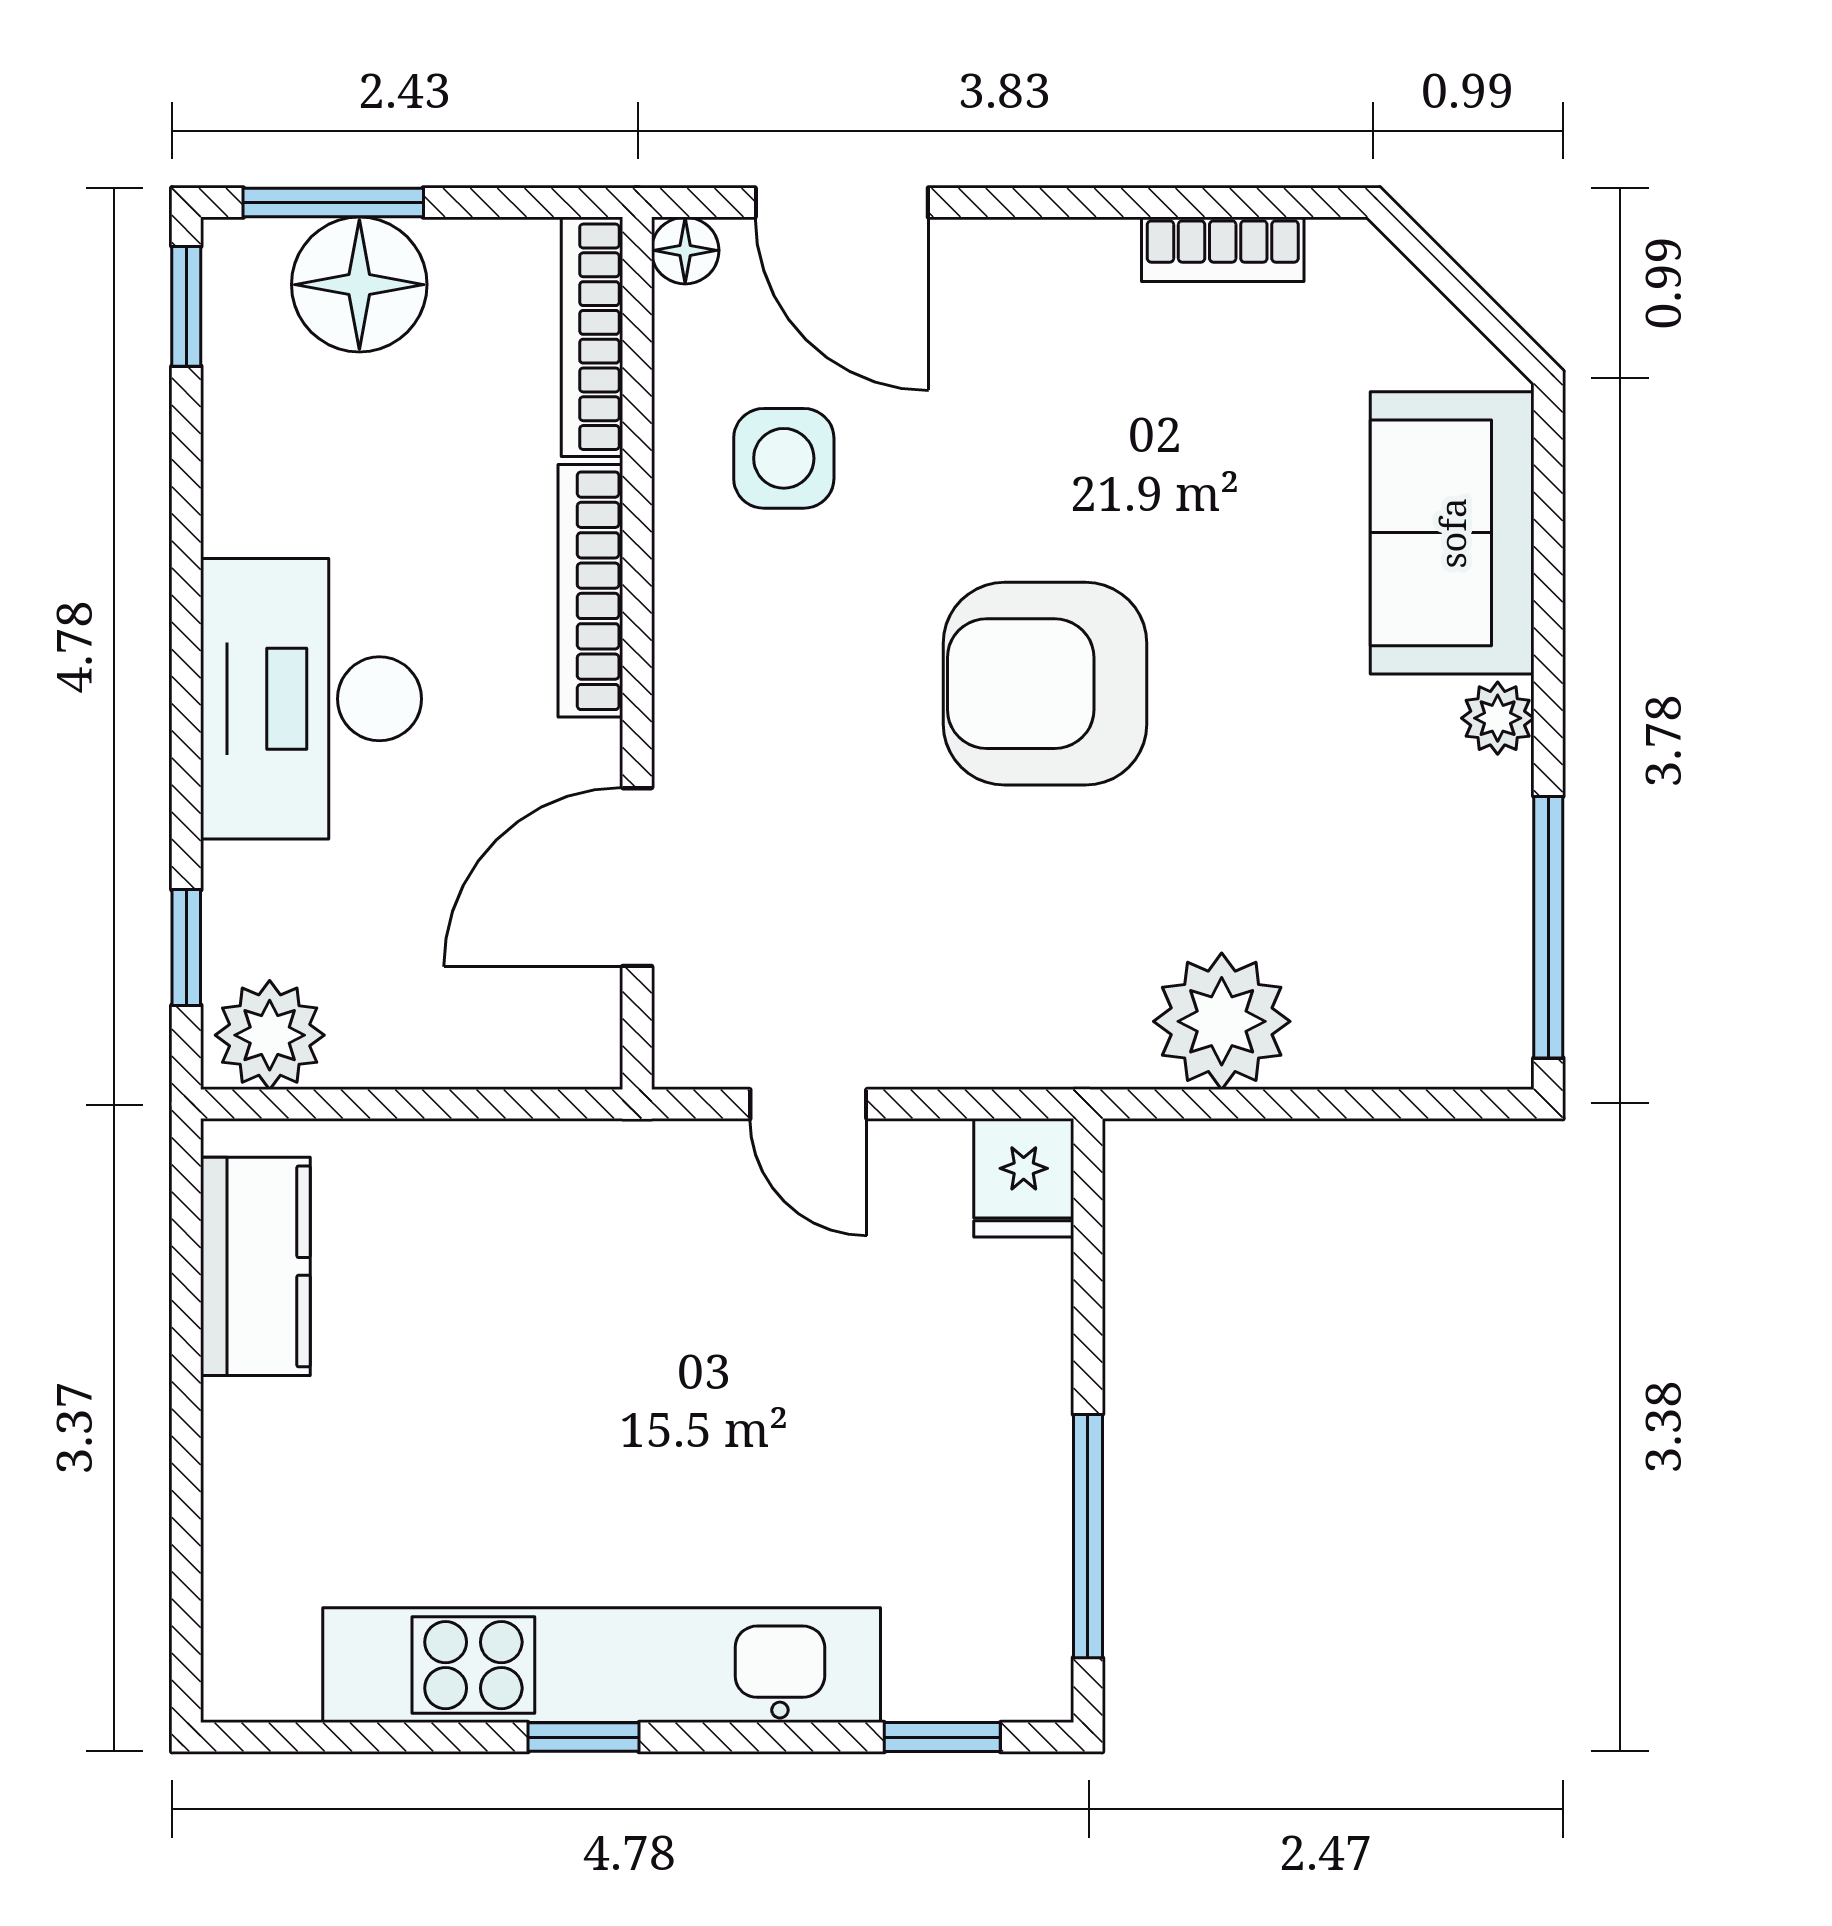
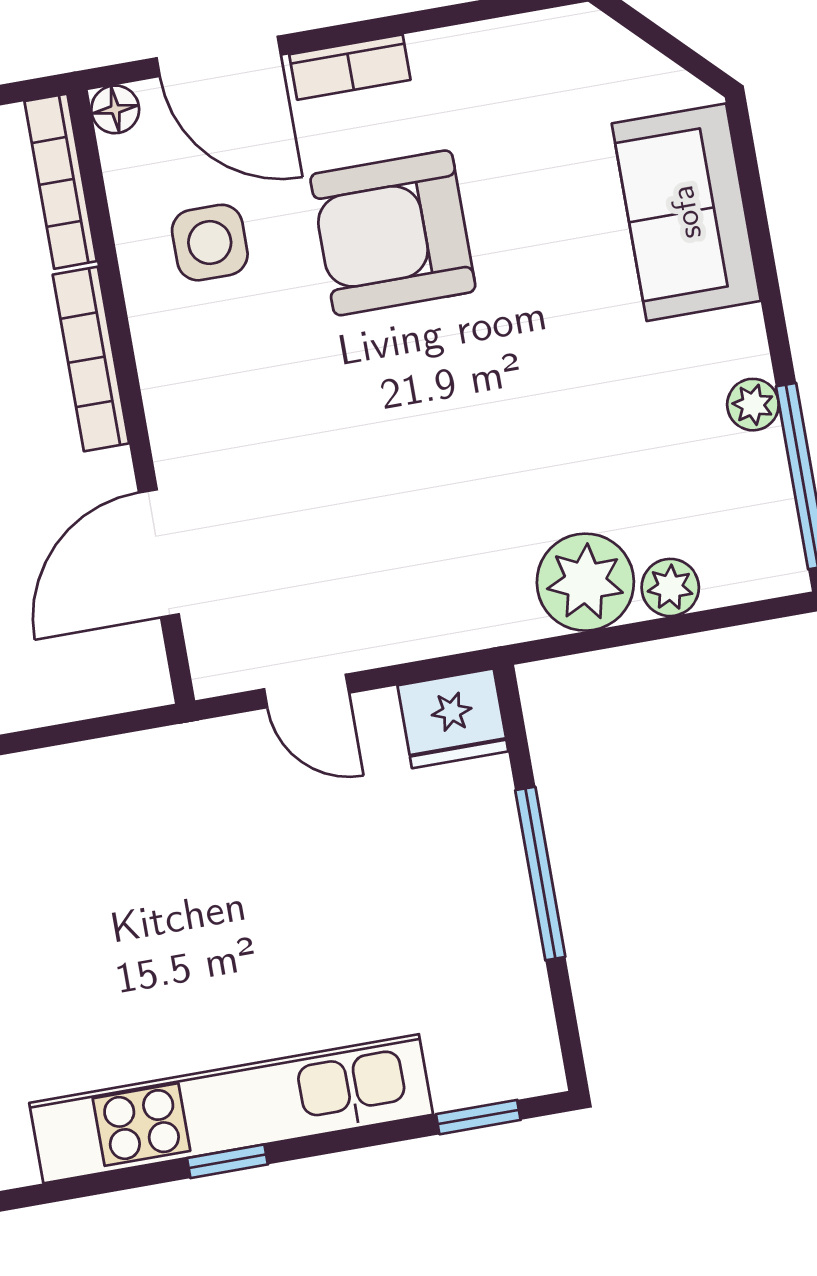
bookcase: (1223, 249) -> (350, 67), moved
armchair: (1045, 684) -> (393, 233), moved
plant: (1498, 718) -> (753, 405), moved
plant: (1338, 1049) -> (670, 587), added
fridge: (1024, 1178) -> (453, 718), width x1.38
window: (1088, 1536) -> (540, 874), moved

